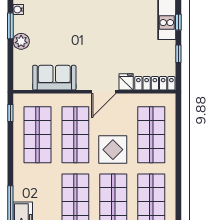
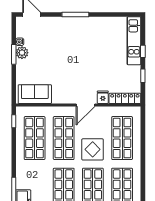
plant: (21, 41) -> (22, 53), moved
sofa: (54, 78) -> (35, 94), moved

